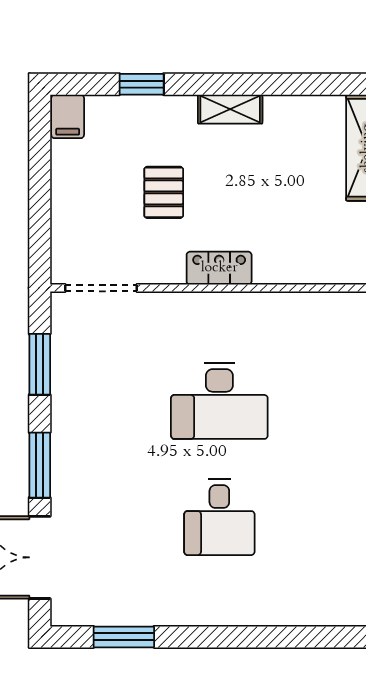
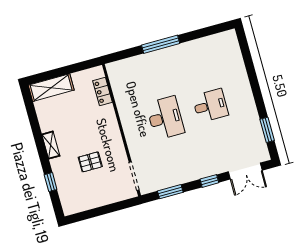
filing cabinet: (68, 116) -> (71, 207), removed
locker: (219, 268) -> (102, 91), moved
window: (40, 465) -> (209, 181), width x0.67

